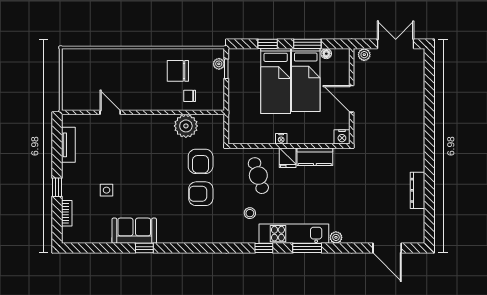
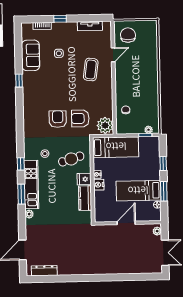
chair: (178, 71) -> (128, 35), moved
bed: (276, 81) -> (116, 147), moved, turned 180
plant: (186, 126) -> (105, 125), moved
nightstand: (342, 137) -> (99, 185), moved
coffee table: (131, 145) -> (91, 69), added
dresser: (418, 190) -> (44, 271), moved
sofa: (134, 231) -> (31, 55), moved

